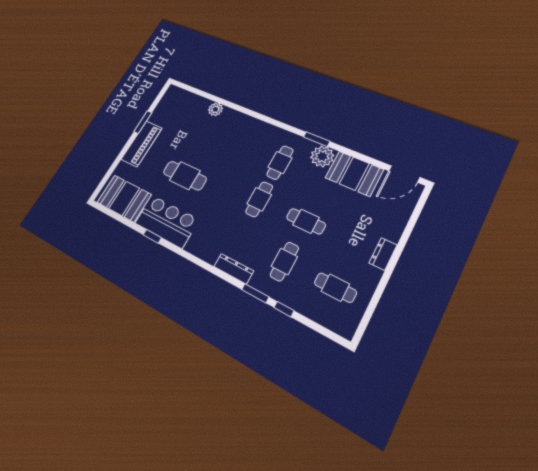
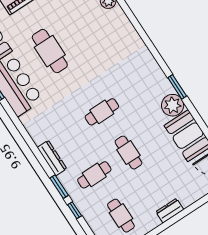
cafe table: (280, 163) -> (136, 89), removed

